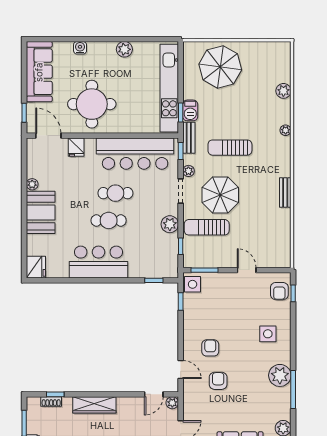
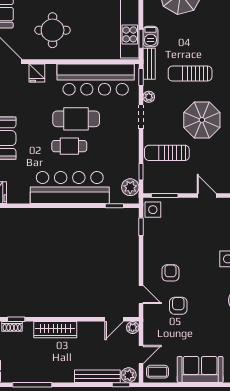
round table: (92, 104) -> (53, 30), width x0.73, depth x0.73
cafe table: (115, 193) -> (76, 119), width x1.37, depth x1.35
parasol: (220, 195) -> (202, 120), moved
plant: (170, 224) -> (130, 187), moved
bar counter: (99, 262) -> (70, 187), width x1.36

